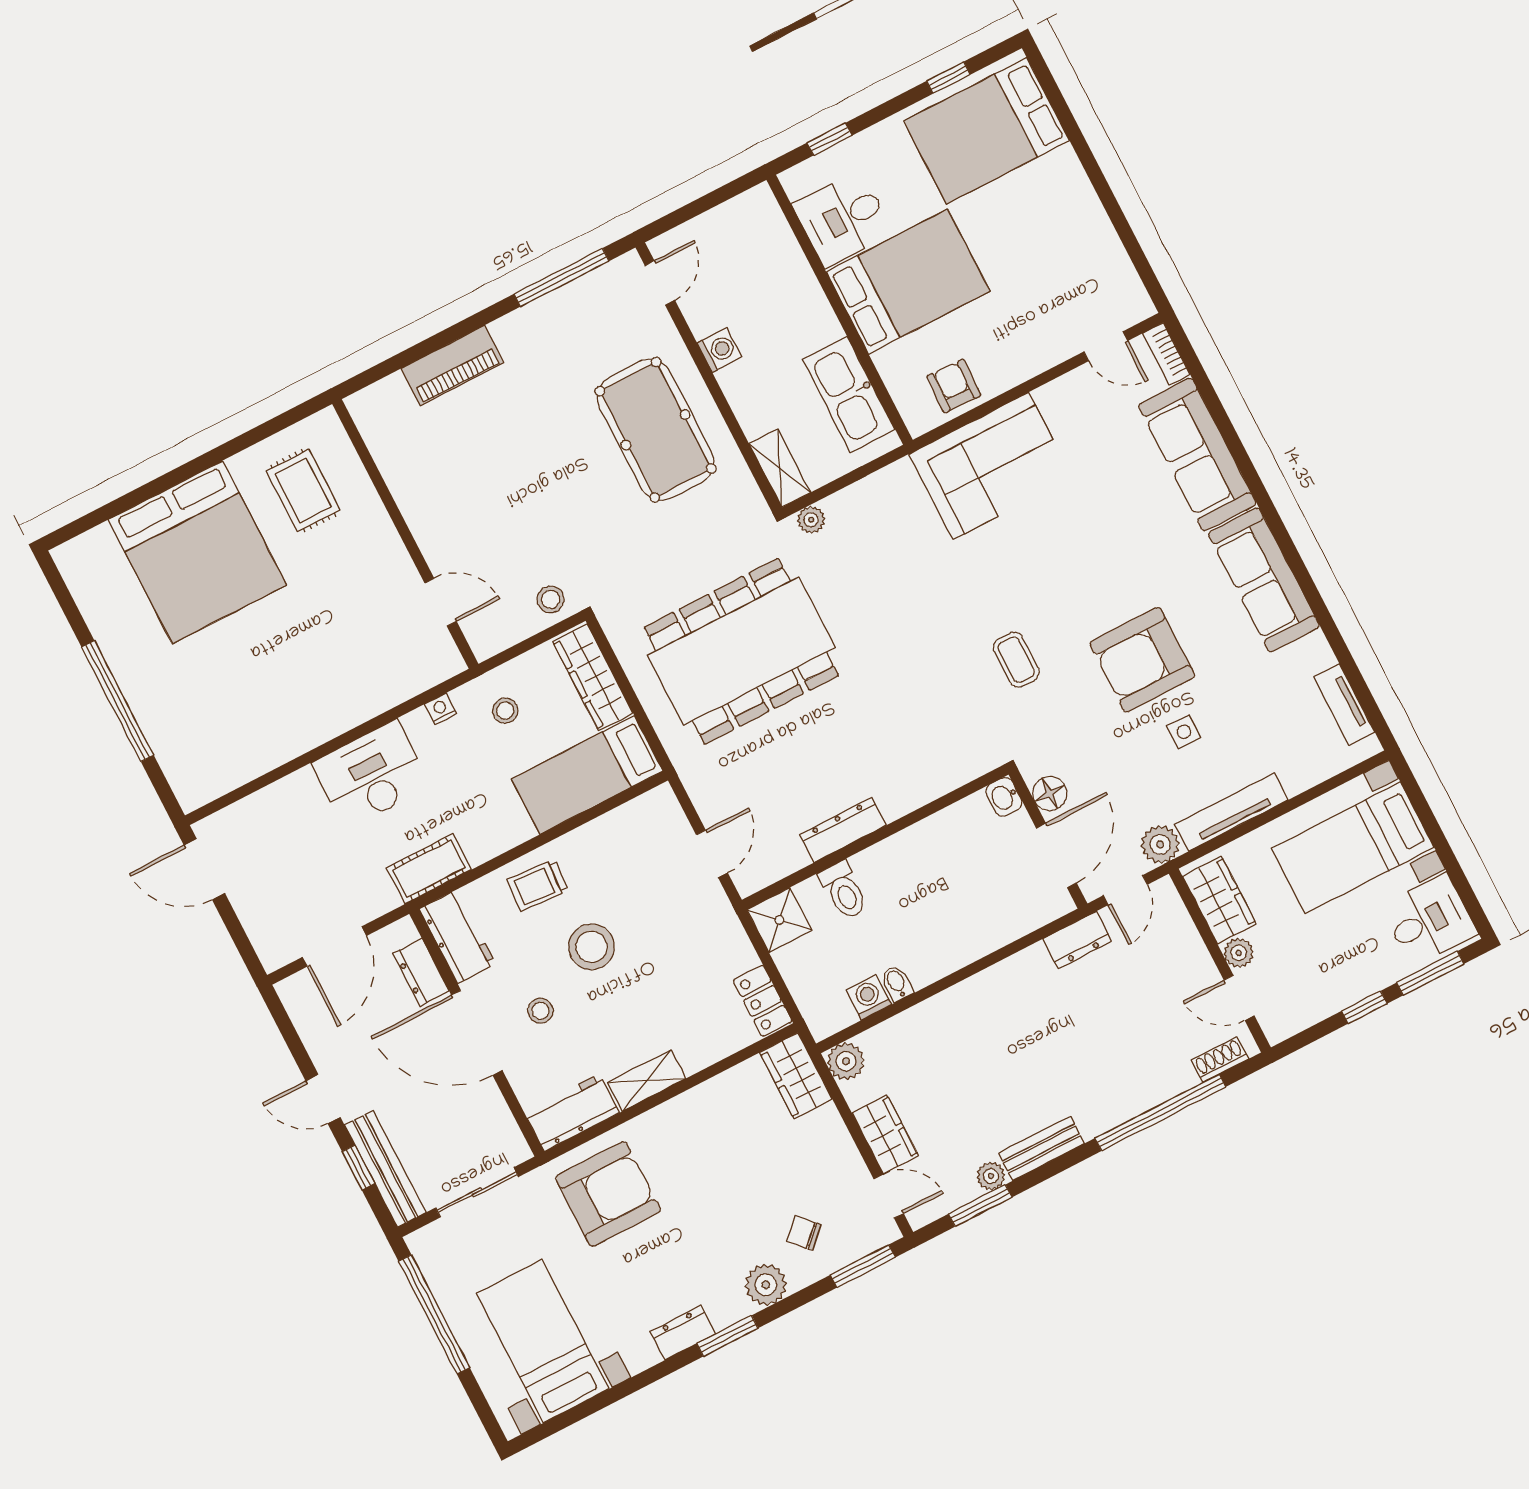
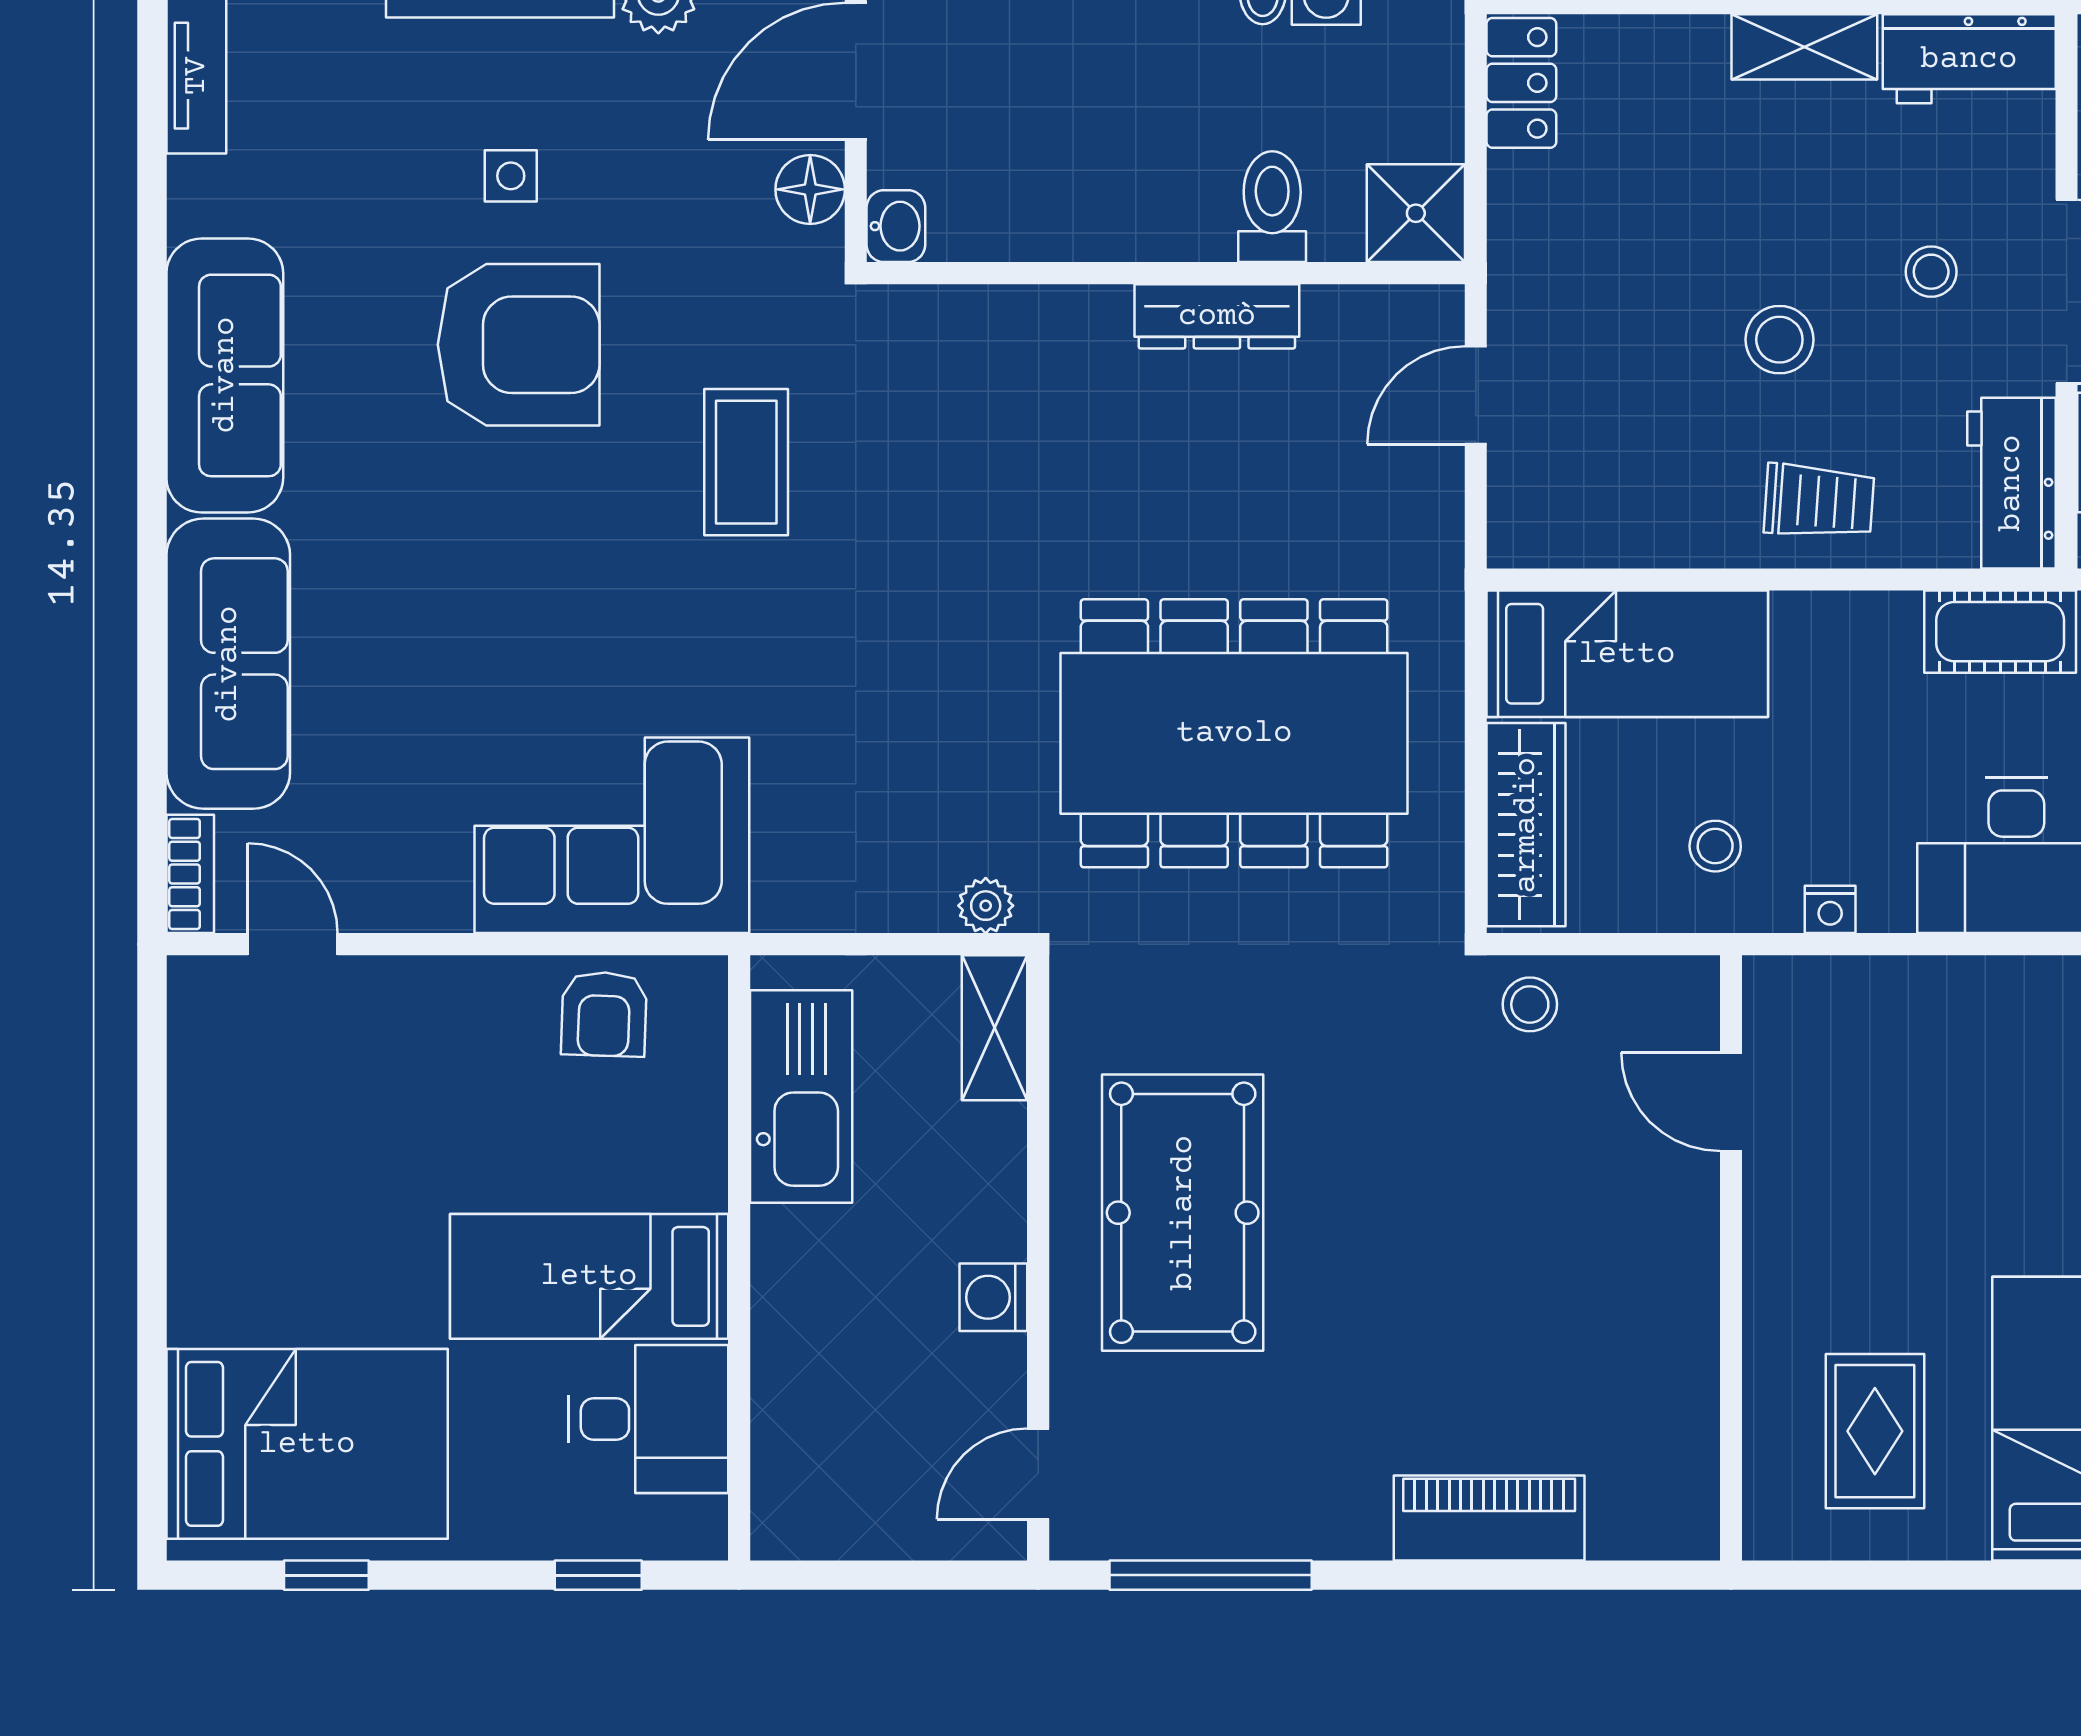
bed: (908, 282) -> (589, 1276), width x0.67
coffee table: (1016, 660) -> (746, 462), width x1.36, depth x1.30
stool: (592, 947) -> (1779, 340), width x0.73, depth x0.73

